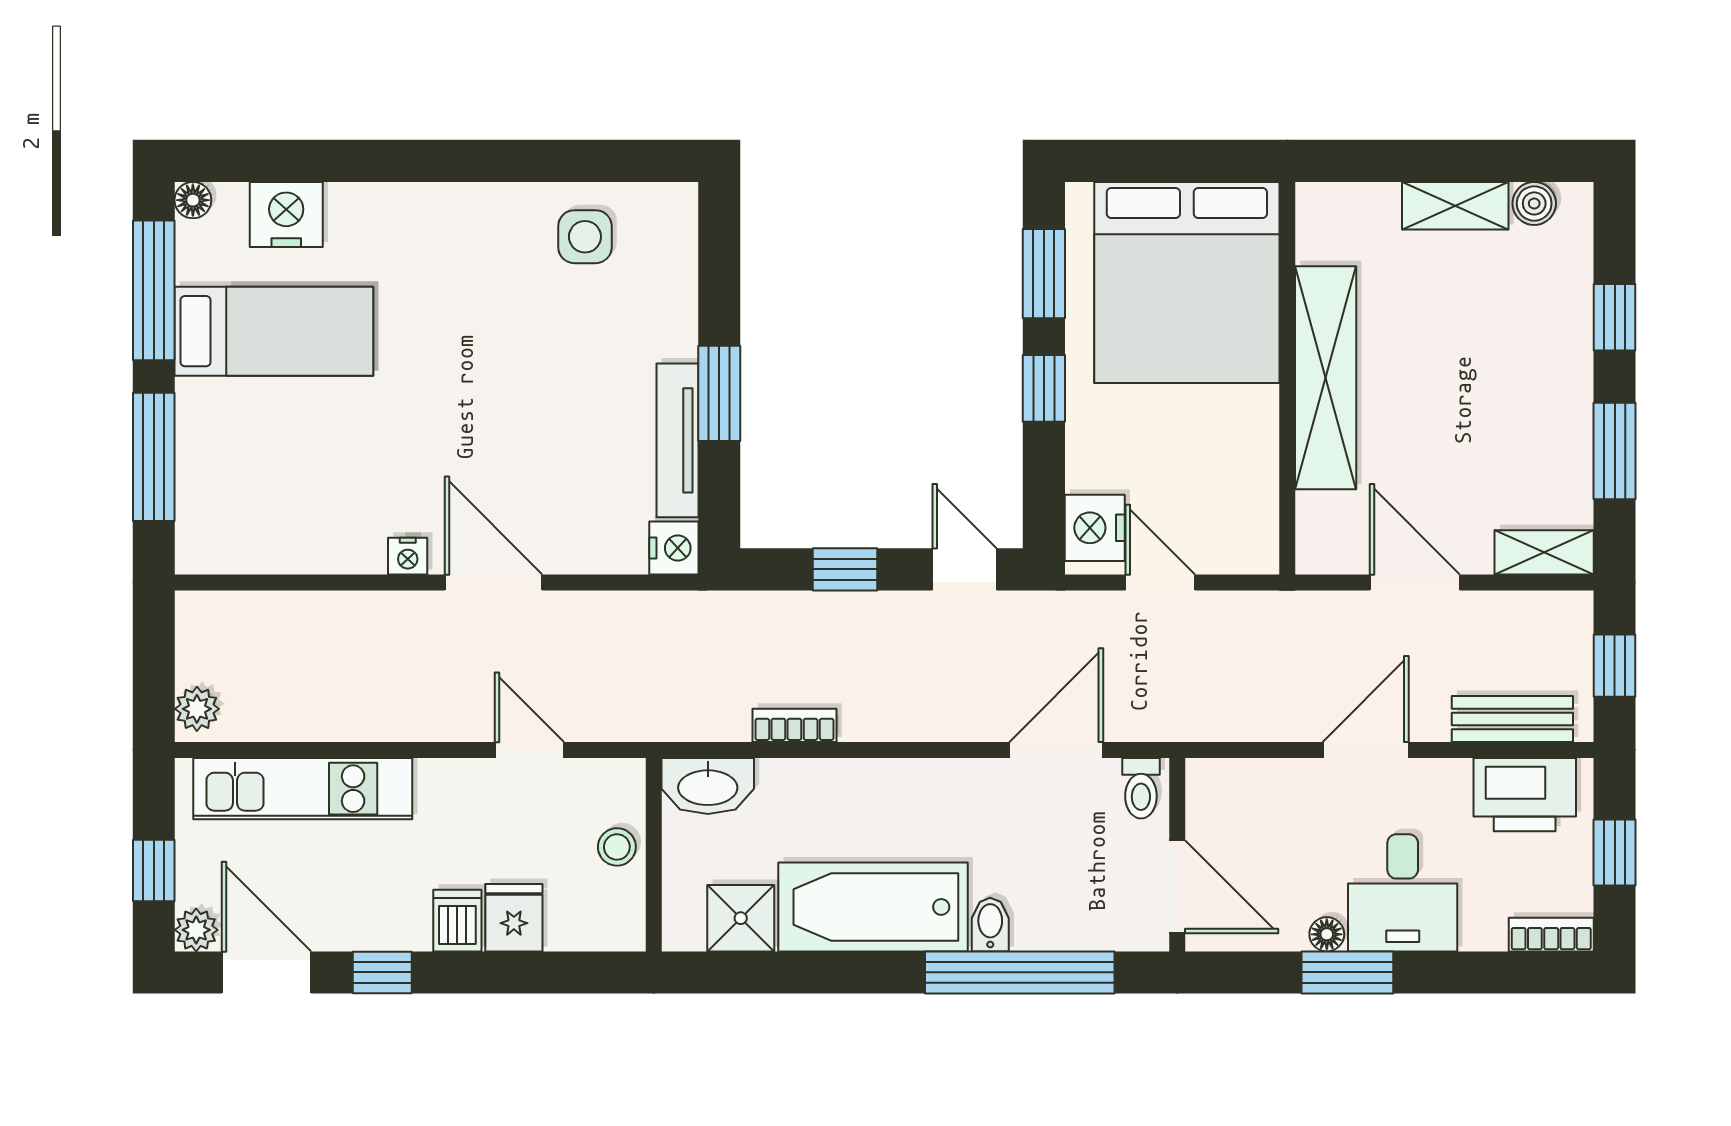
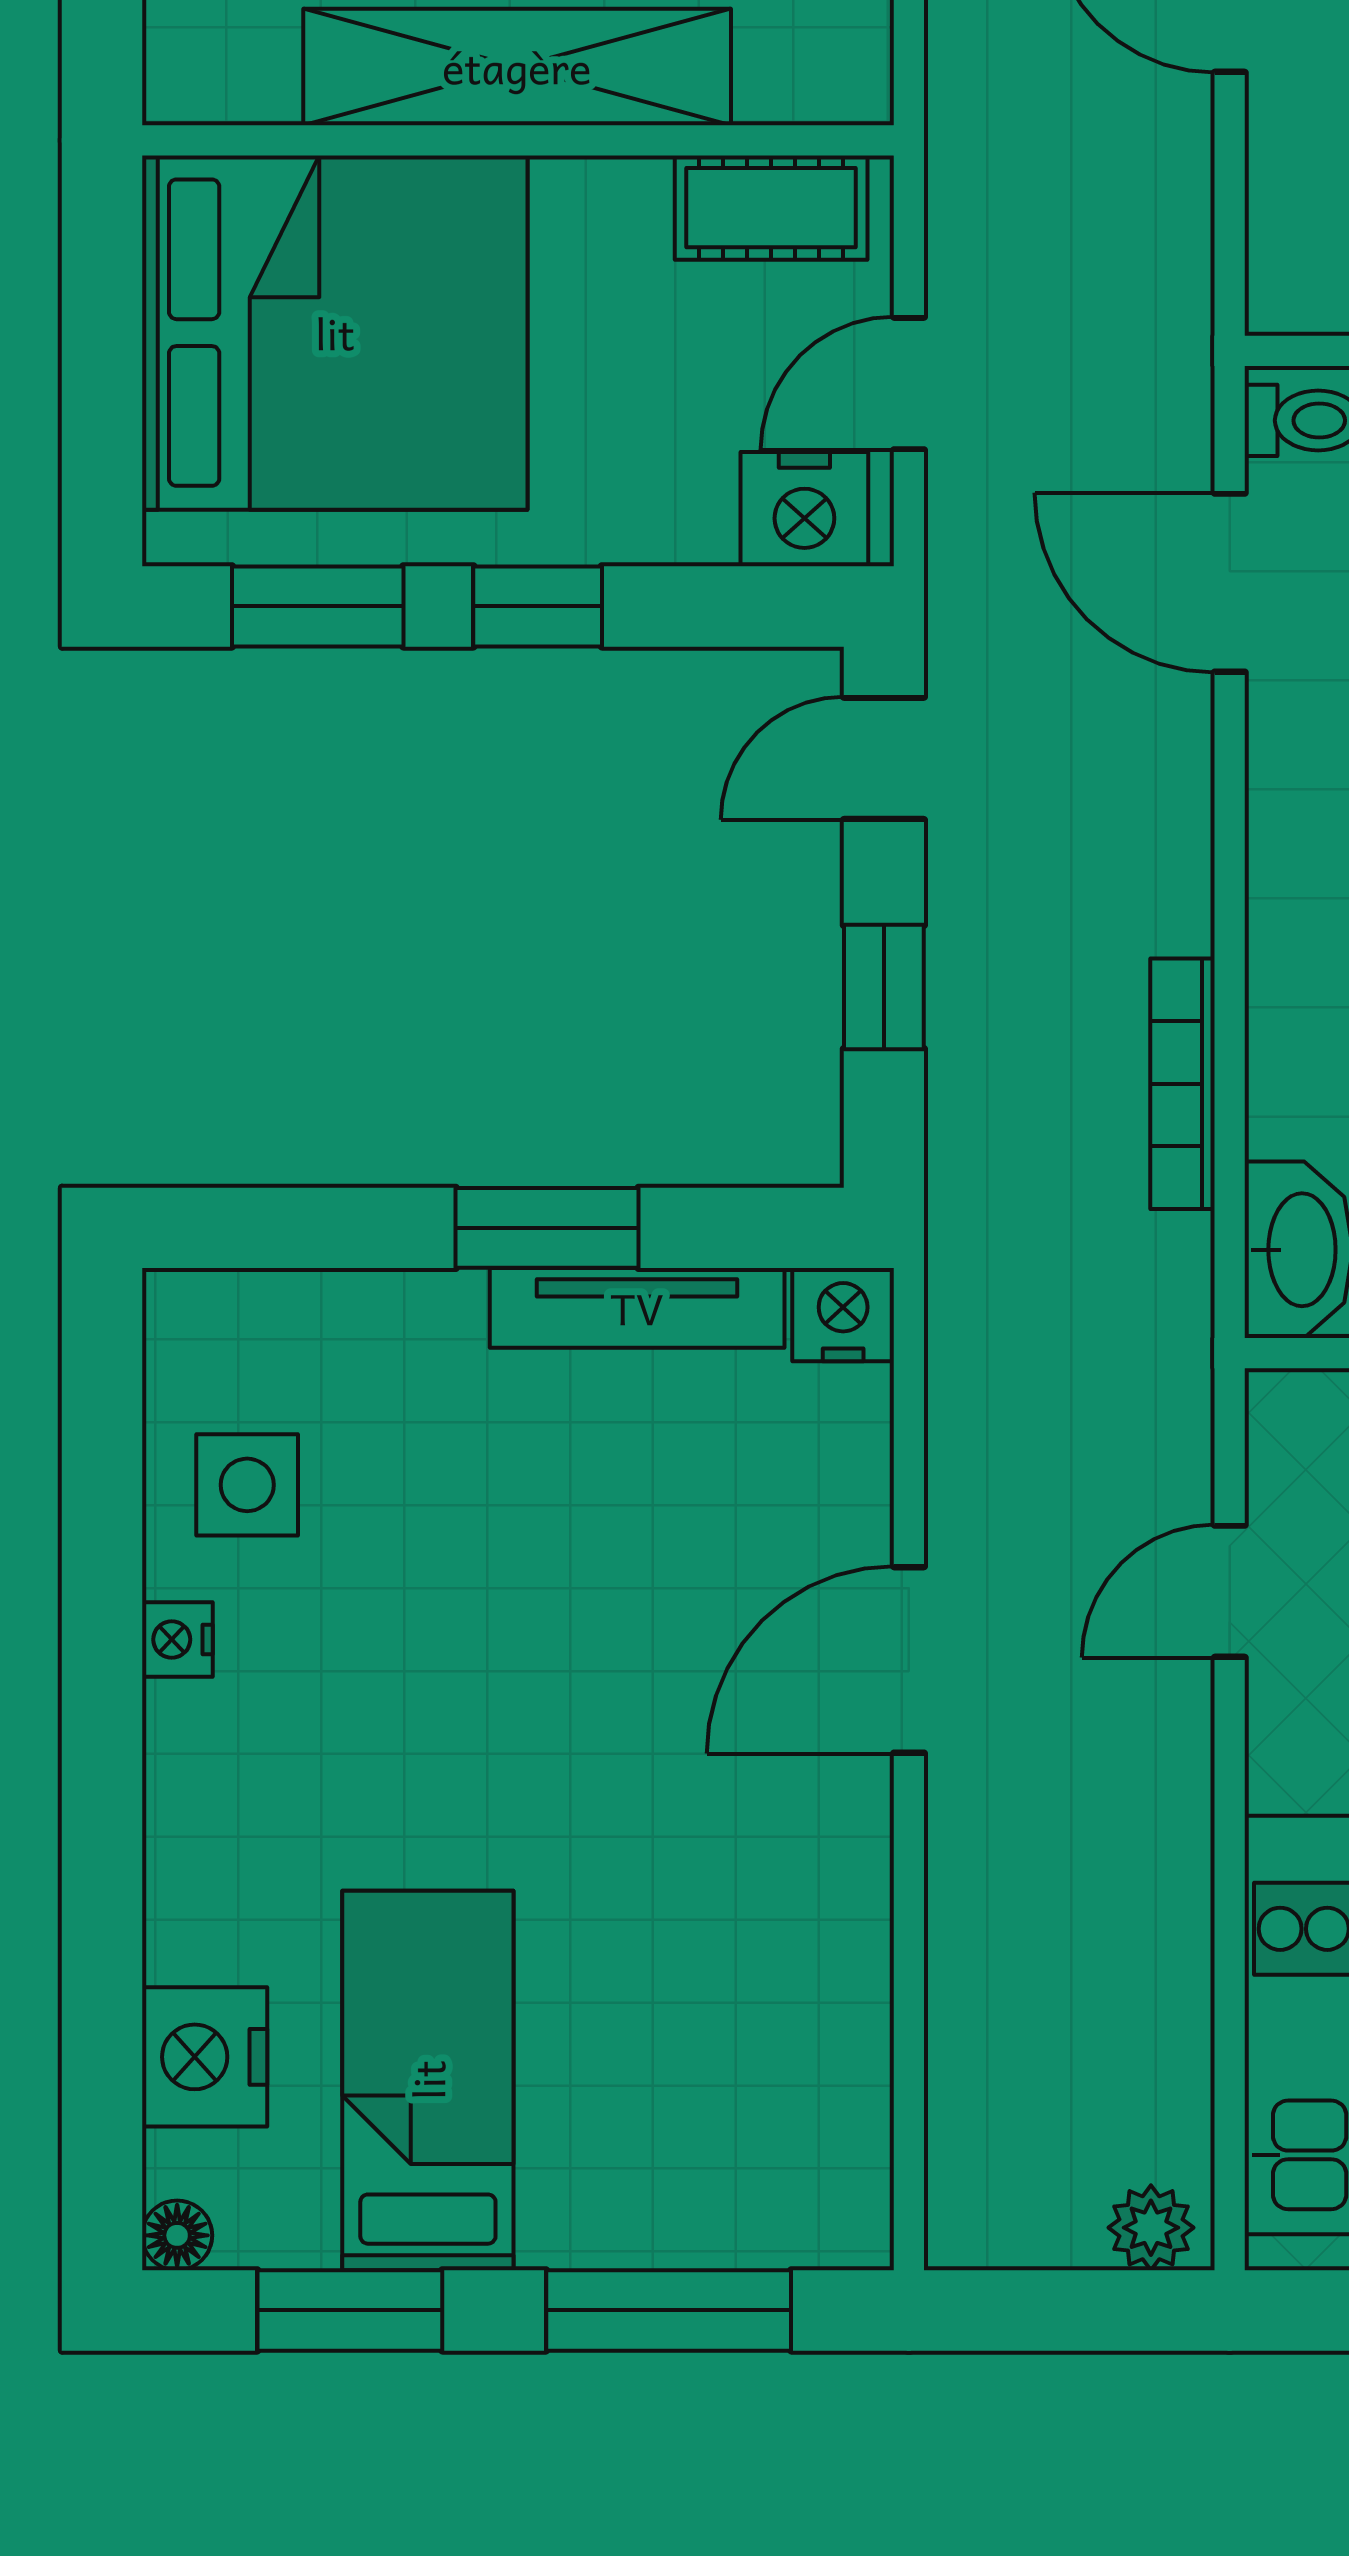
window: (154, 290) -> (350, 2310), width x0.69
cot: (1252, 510) -> (771, 208), added
nightstand: (408, 556) -> (177, 1640), moved, turned 180
bookcase: (794, 725) -> (1183, 1084), width x1.56

